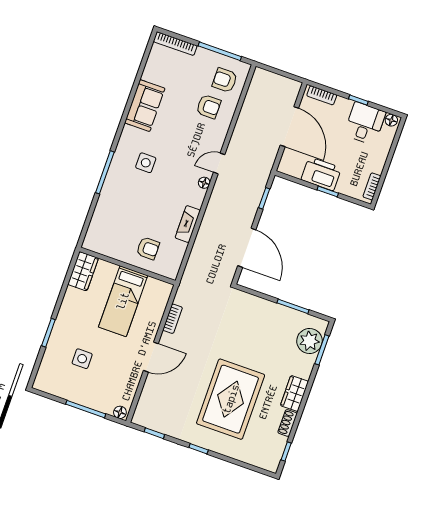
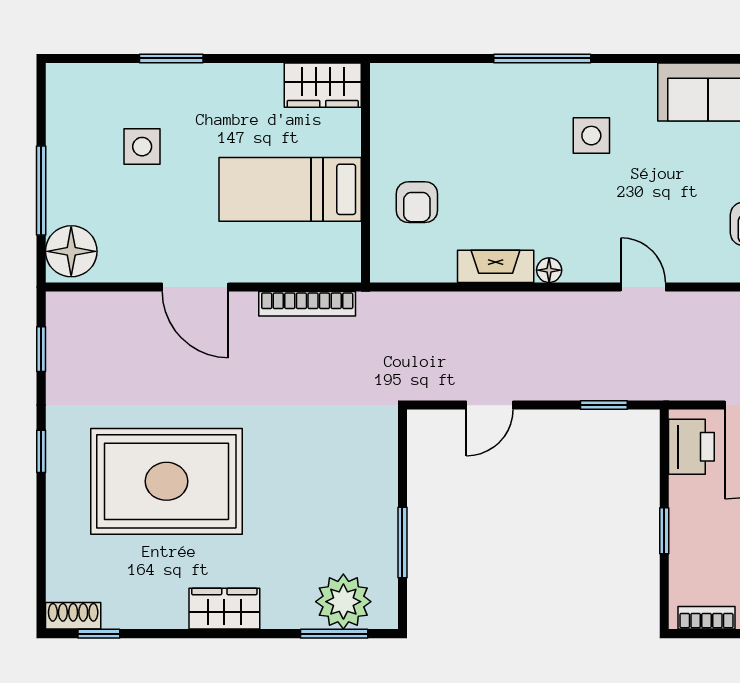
printer: (321, 174) -> (691, 447), moved, width x0.73, depth x0.84
floor lamp: (204, 183) -> (549, 270), moved
door: (247, 248) -> (490, 405), width x0.53
bookcase: (173, 319) -> (307, 304), width x1.56
floor lamp: (120, 412) -> (71, 251), width x1.89, depth x1.89
shoe rack: (288, 423) -> (73, 616), moved

